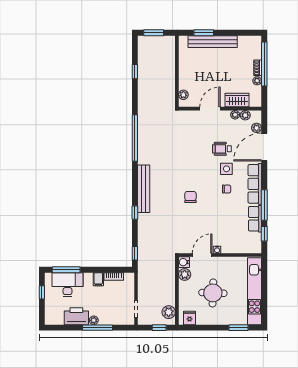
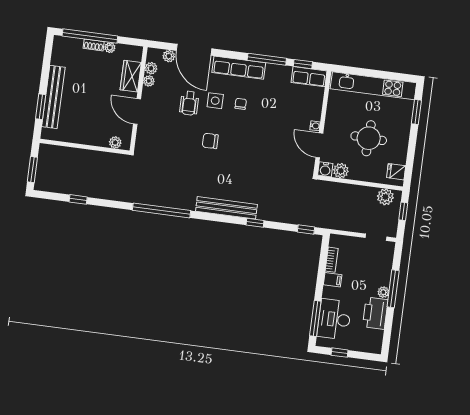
chair: (190, 197) -> (210, 141), moved
row of seats: (255, 219) -> (309, 77), moved

